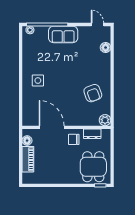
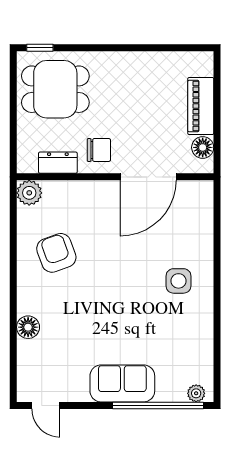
floor lamp: (106, 48) -> (28, 327), moved
door: (52, 127) -> (148, 177), hinge flipped
dining table: (93, 167) -> (55, 89), turned 90

